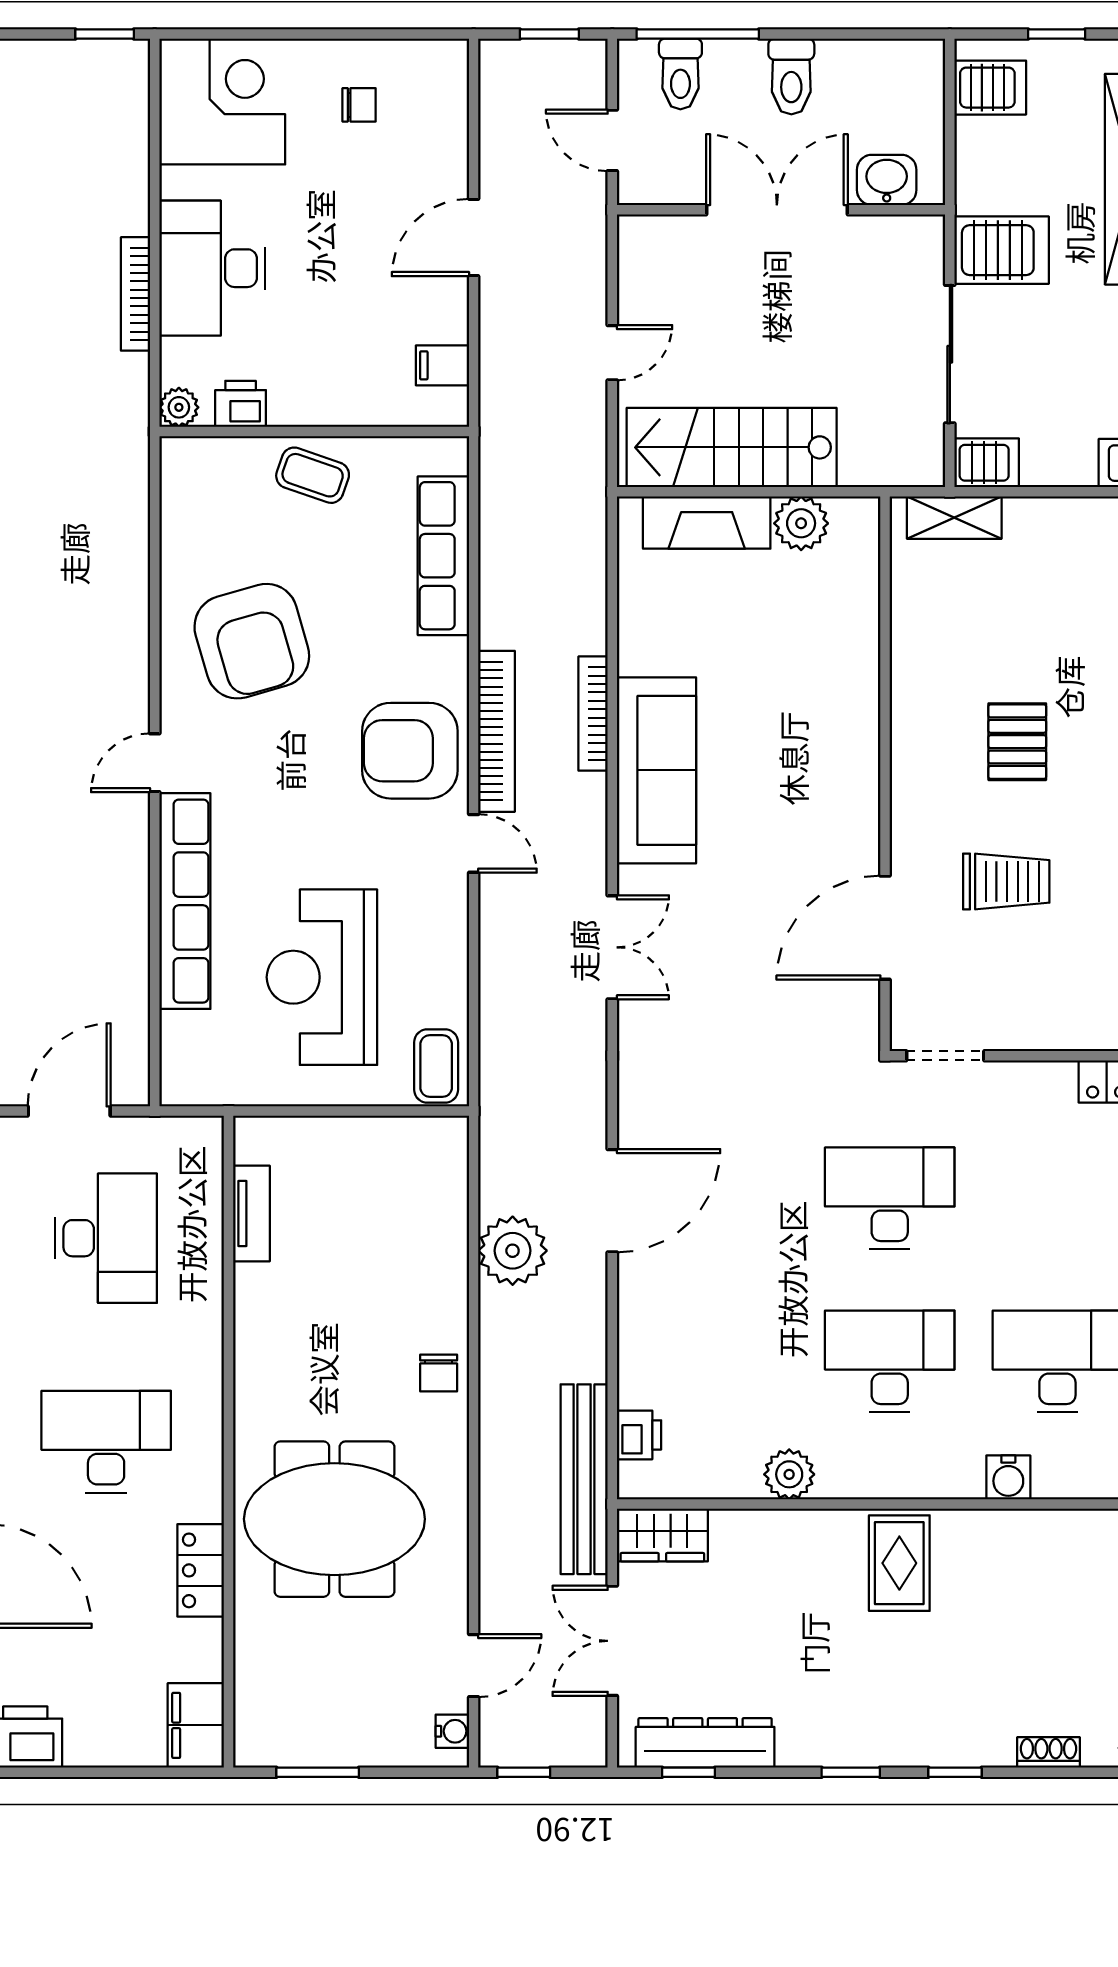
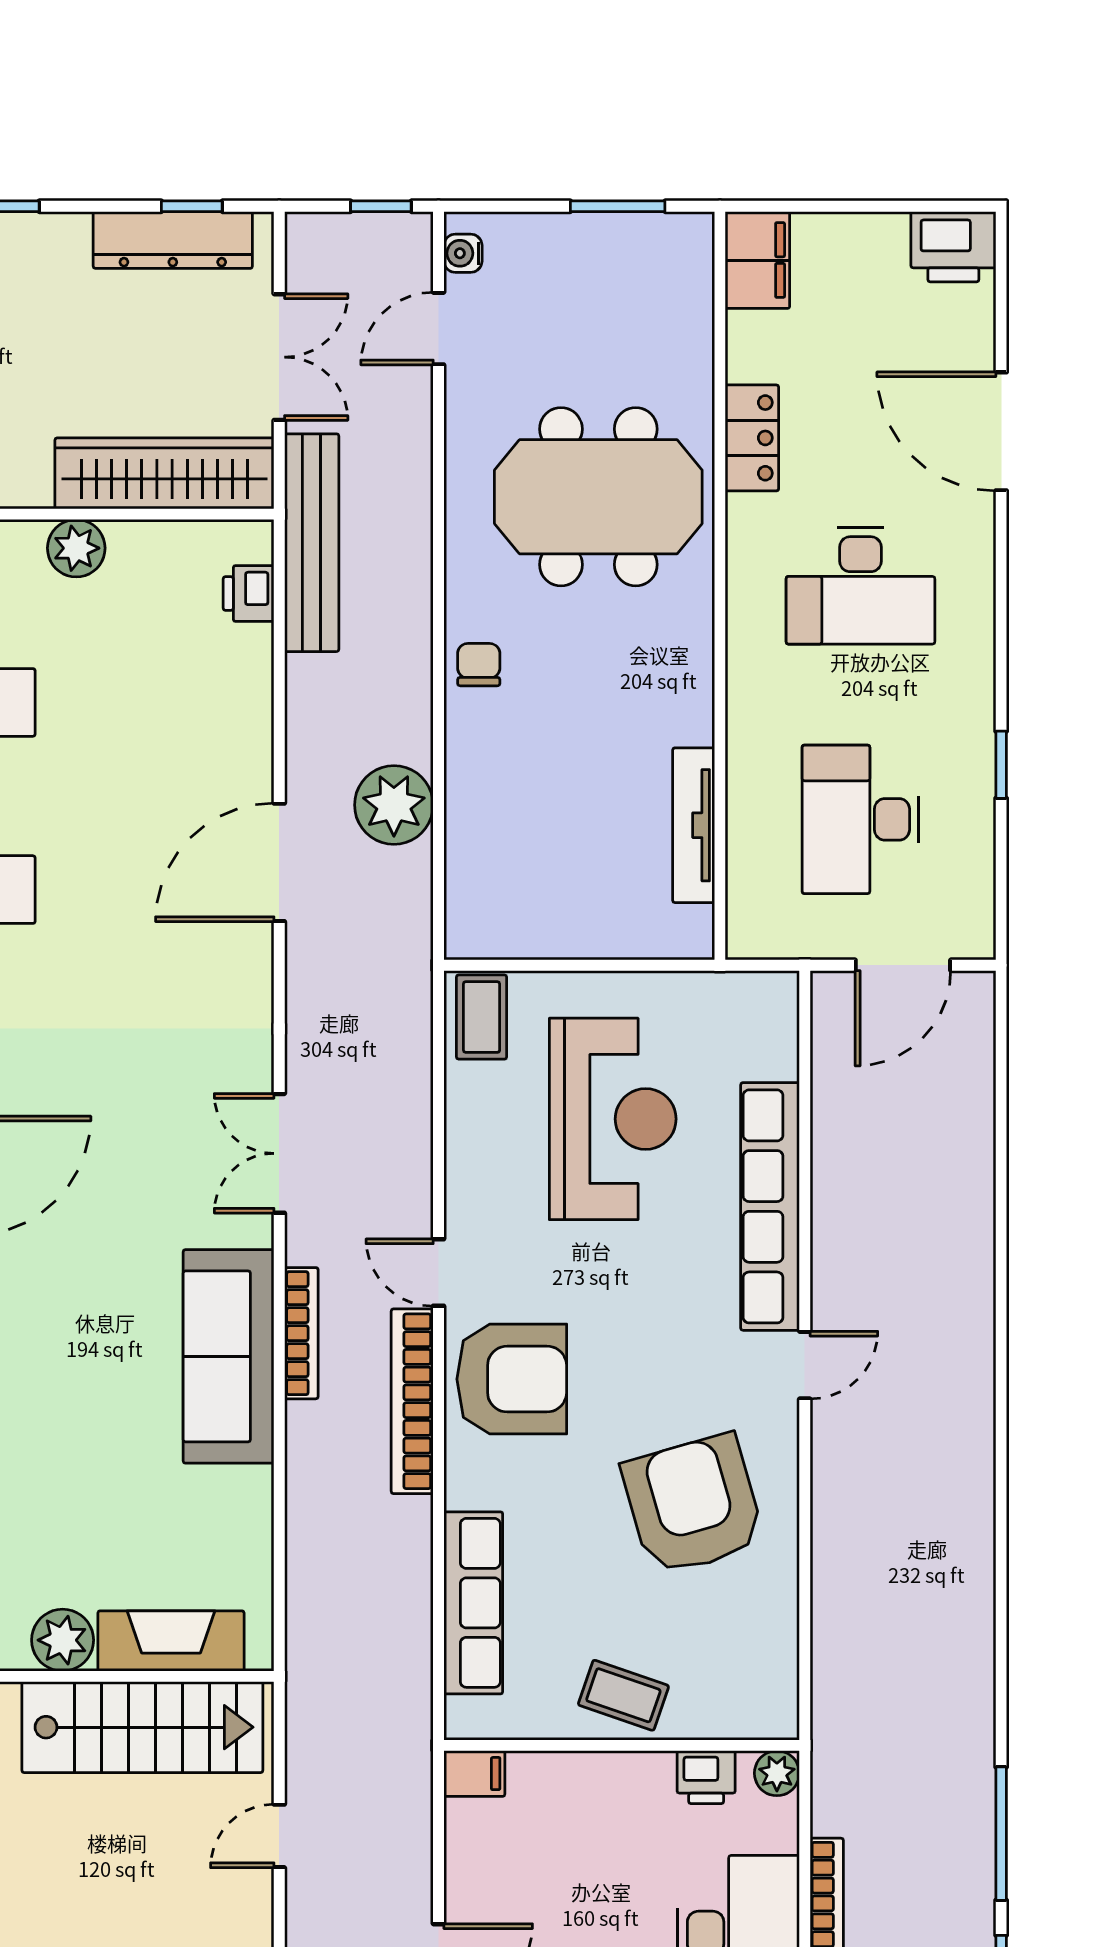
filing cabinet: (442, 365) -> (474, 1774), moved
bookcase: (593, 714) -> (301, 1333), moved
tv unit: (251, 1213) -> (694, 825), width x1.41
wardrobe: (662, 1535) -> (164, 473), width x2.10, depth x1.17

